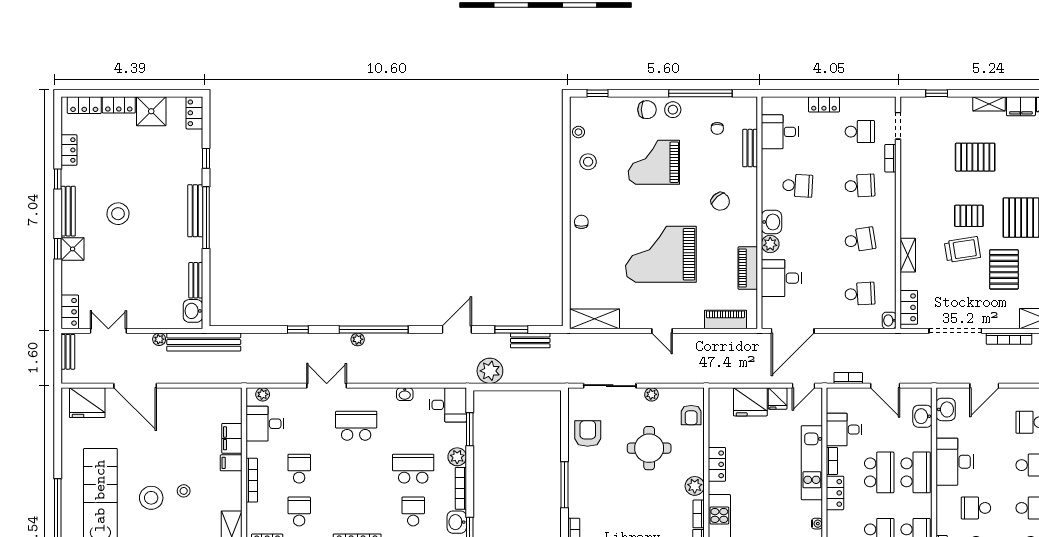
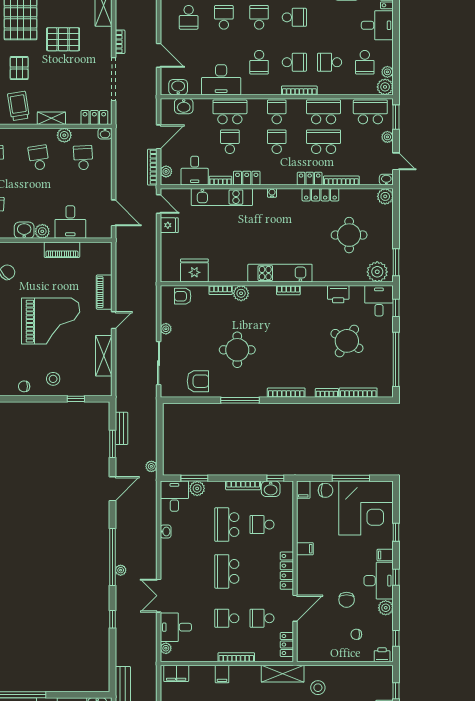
trolley: (962, 250) -> (18, 106), moved
grand piano: (661, 254) -> (51, 321), turned -90
stool: (591, 257) -> (53, 379), added
plant: (887, 271) -> (64, 135), added
window: (566, 285) -> (76, 399), added
shelving: (595, 319) -> (104, 356), moved
piano: (725, 319) -> (104, 292), moved
door: (457, 329) -> (112, 489), swing flipped
door: (793, 331) -> (114, 213), width x0.73
bookcase: (1009, 339) -> (120, 42), width x0.64
plant: (490, 371) -> (151, 466), width x0.53, depth x0.53
bookcase: (848, 378) -> (152, 167), width x1.56
plant: (843, 395) -> (166, 171), added
fridge: (750, 402) -> (194, 270), moved, turned -90
armchair: (691, 415) -> (183, 296), turned 180
desk: (265, 424) -> (176, 627), moved, turned 90
school desk: (356, 426) -> (227, 571), moved
armchair: (588, 433) -> (198, 381), turned 180
filing cabinet: (232, 438) -> (176, 673), moved
round table: (649, 448) -> (237, 350), moved
plant: (457, 457) -> (197, 488), moved
locker: (717, 464) -> (223, 275), removed
school desk: (879, 472) -> (230, 142), width x0.54
bookcase: (699, 514) -> (221, 290), moved

